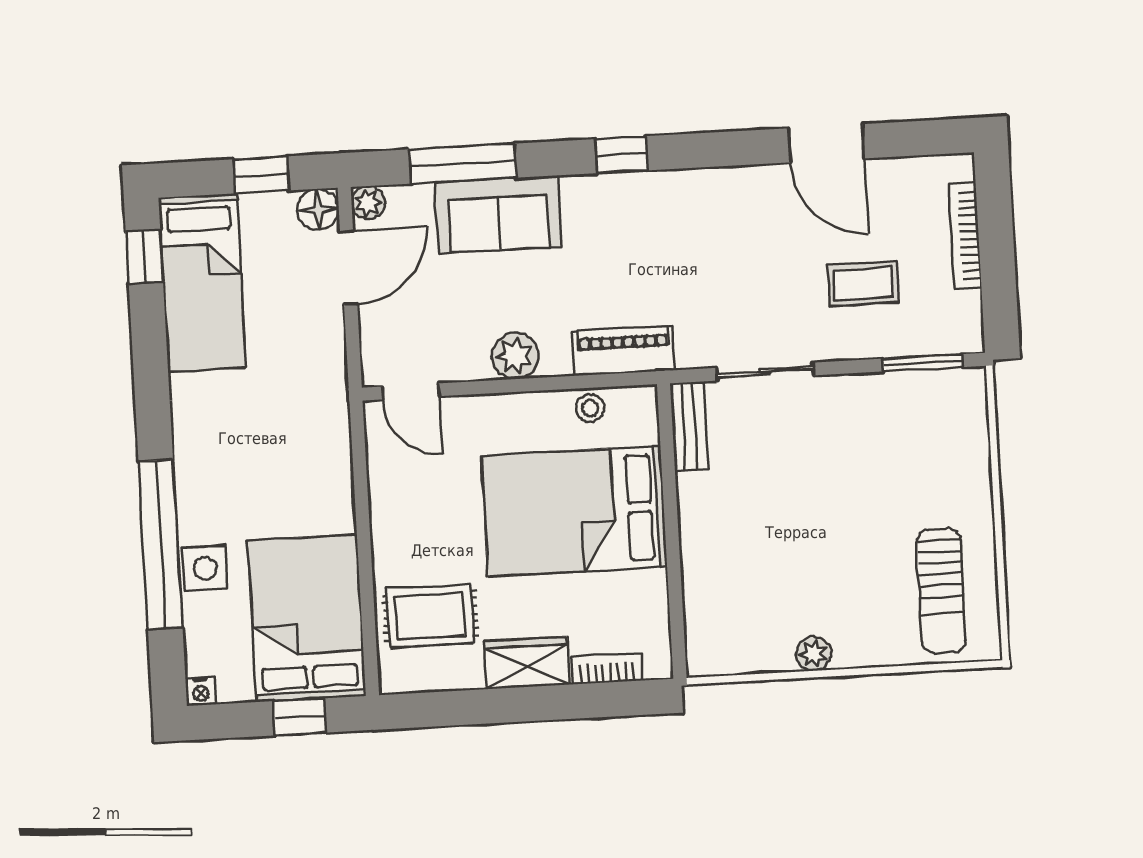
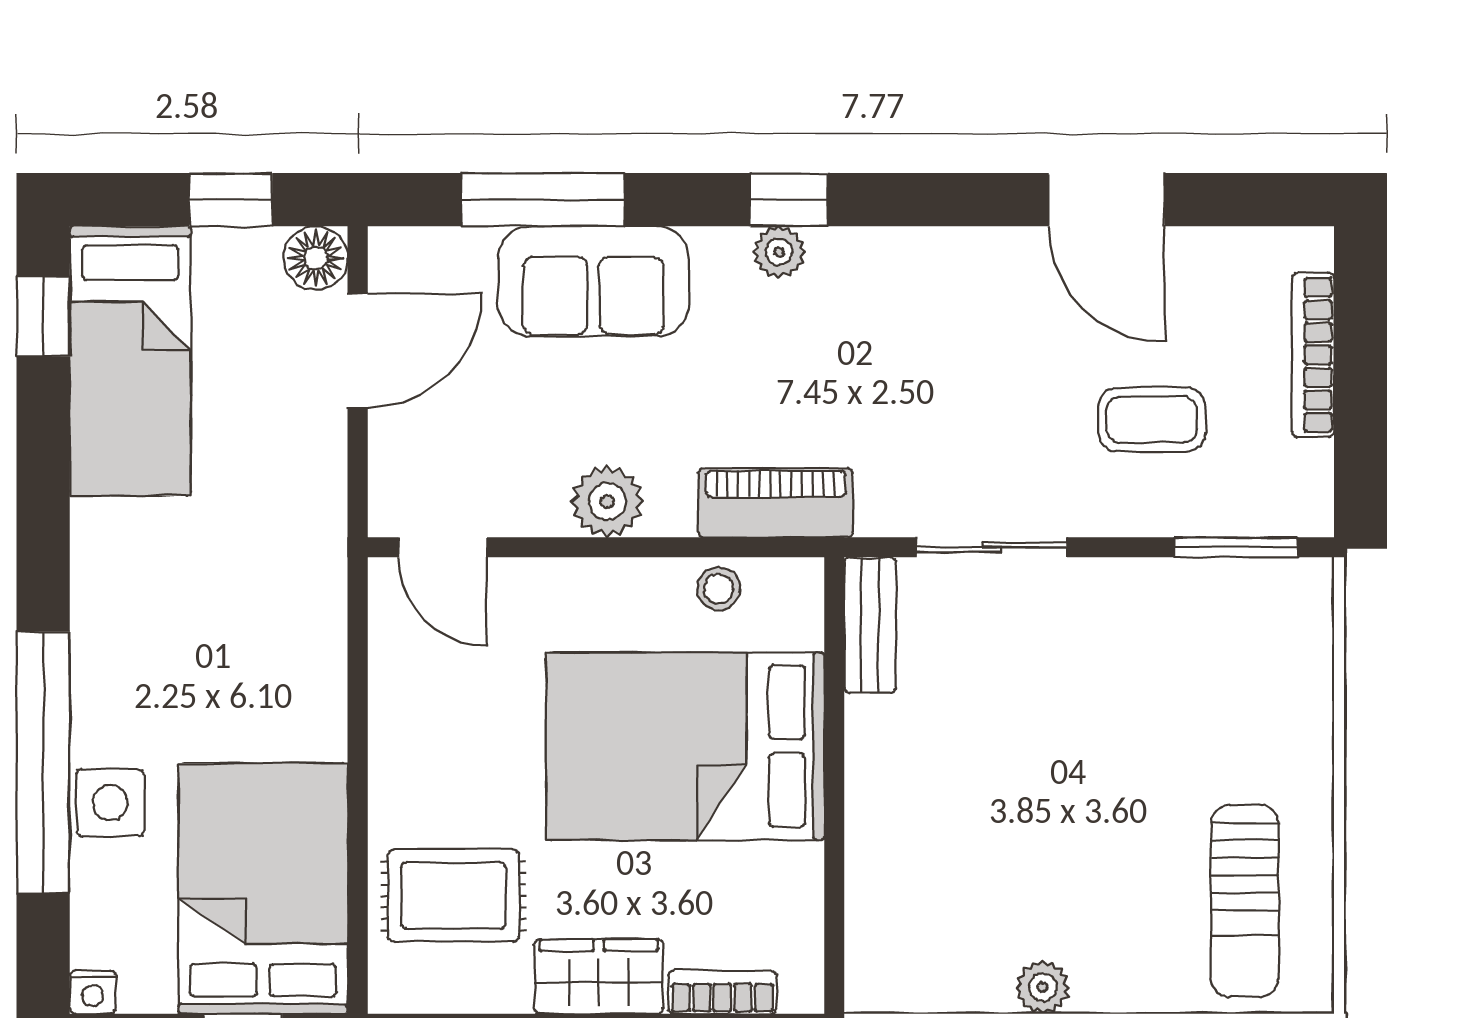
plant: (368, 203) -> (779, 252), moved

